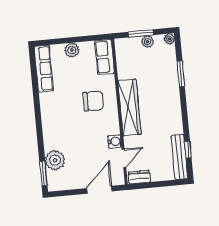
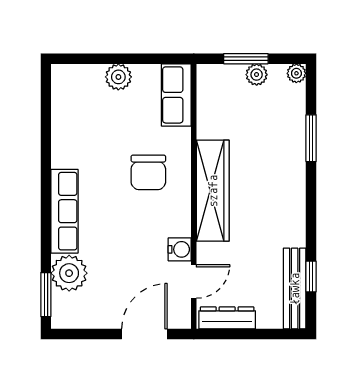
row of seats: (44, 69) -> (64, 211), moved
chair: (93, 101) -> (148, 172), turned 90
dresser: (139, 177) -> (227, 318), width x1.44

